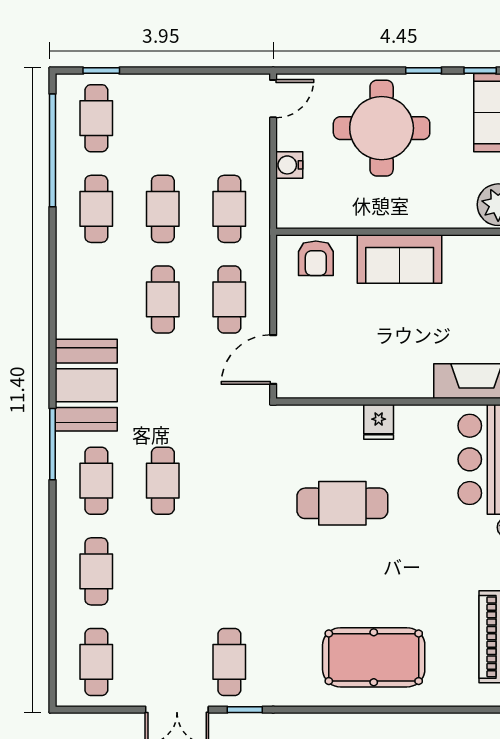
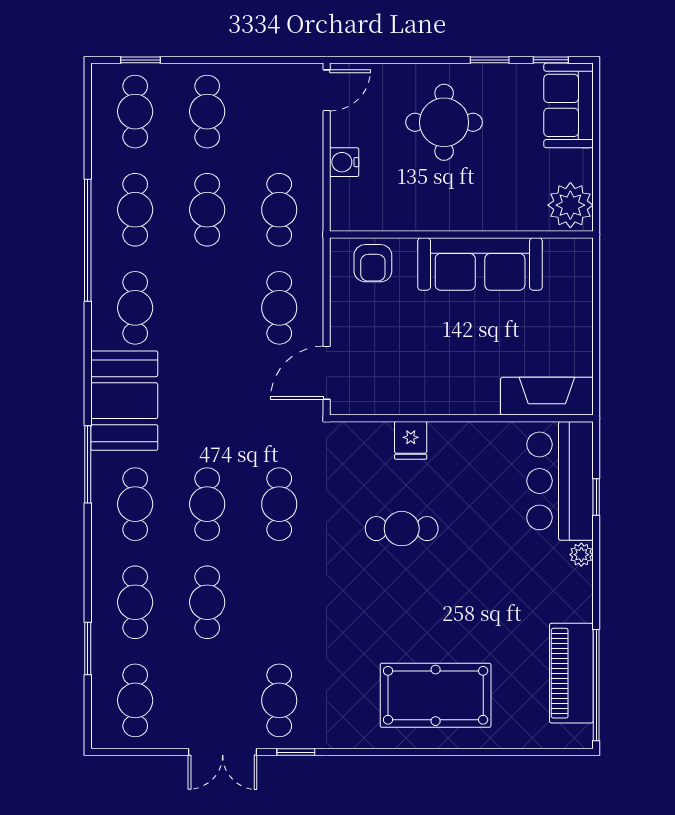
cafe table: (163, 118) -> (207, 112), added
round table: (382, 128) -> (444, 122), width x0.73, depth x0.73
window: (53, 150) -> (88, 240), moved
sofa: (400, 259) -> (480, 264), width x1.36
cafe table: (163, 299) -> (135, 308), moved
fridge: (379, 422) -> (411, 440), moved
cafe table: (229, 481) -> (279, 504), added
cafe table: (342, 503) -> (402, 529), width x0.73, depth x0.74
cafe table: (163, 571) -> (207, 602), added
window: (53, 614) -> (88, 649), added

